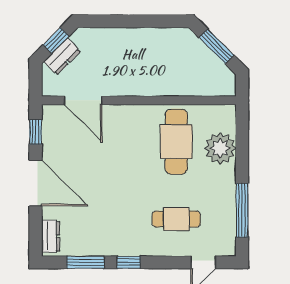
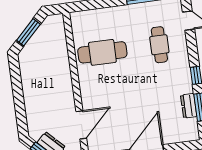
plant: (220, 148) -> (103, 19), removed
dresser: (51, 236) -> (189, 106), moved, turned -90

